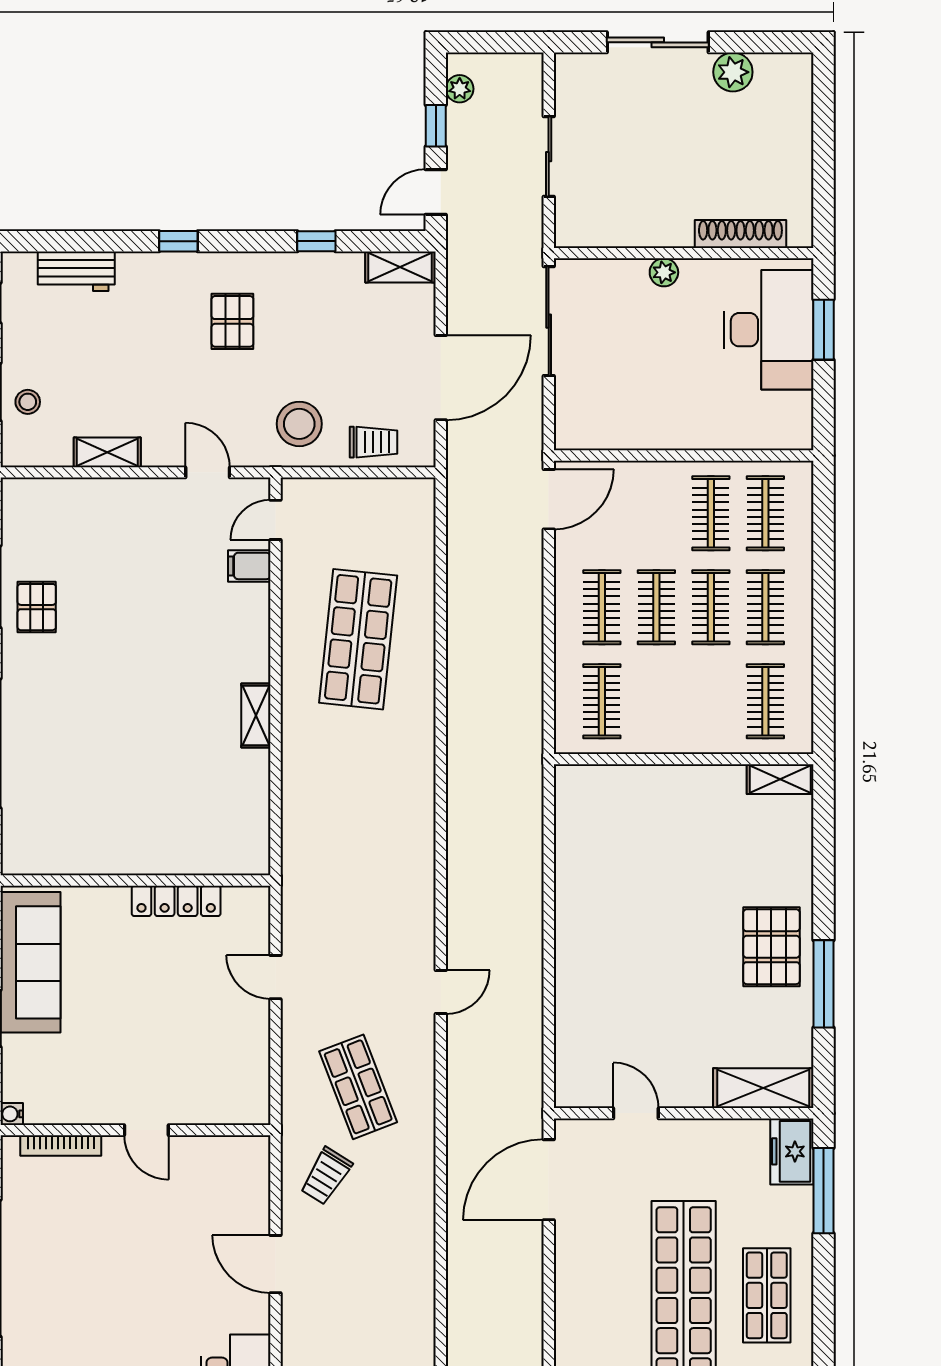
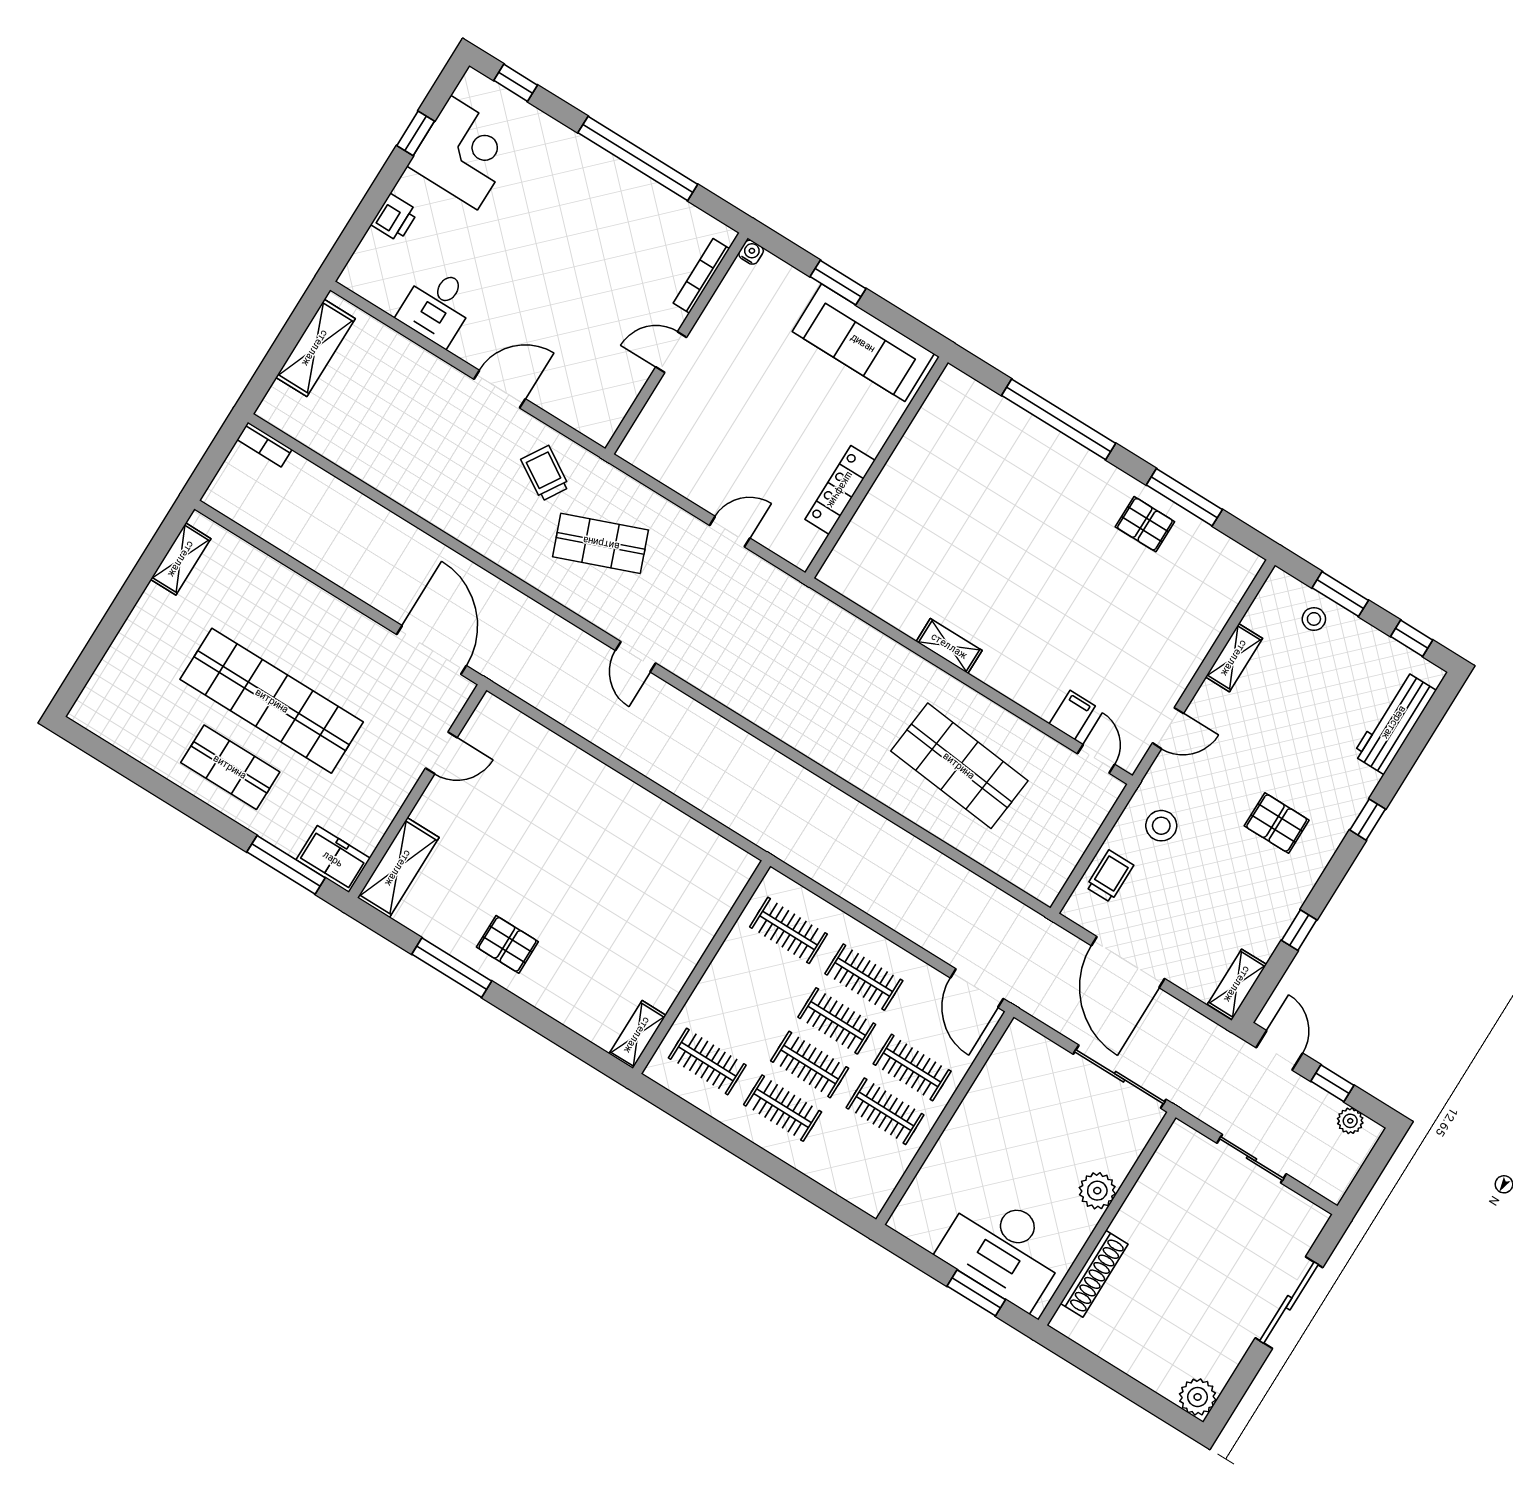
plant: (733, 72) -> (1198, 1397), moved
workbench: (76, 271) -> (1394, 723), width x1.38
plant: (664, 272) -> (1097, 1191), width x1.38, depth x1.38
stool: (299, 424) -> (1161, 826), width x0.73, depth x0.73
trolley: (373, 442) -> (1110, 876), turned 180
clothes rail: (765, 513) -> (912, 1068), moved
pallet: (771, 947) -> (507, 944), width x0.67, depth x0.71

